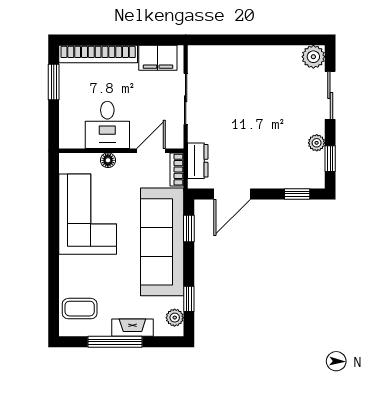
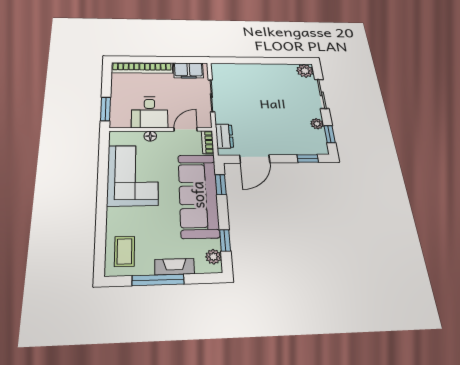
window: (54, 82) -> (106, 109), moved
coffee table: (80, 309) -> (124, 251), turned 90

